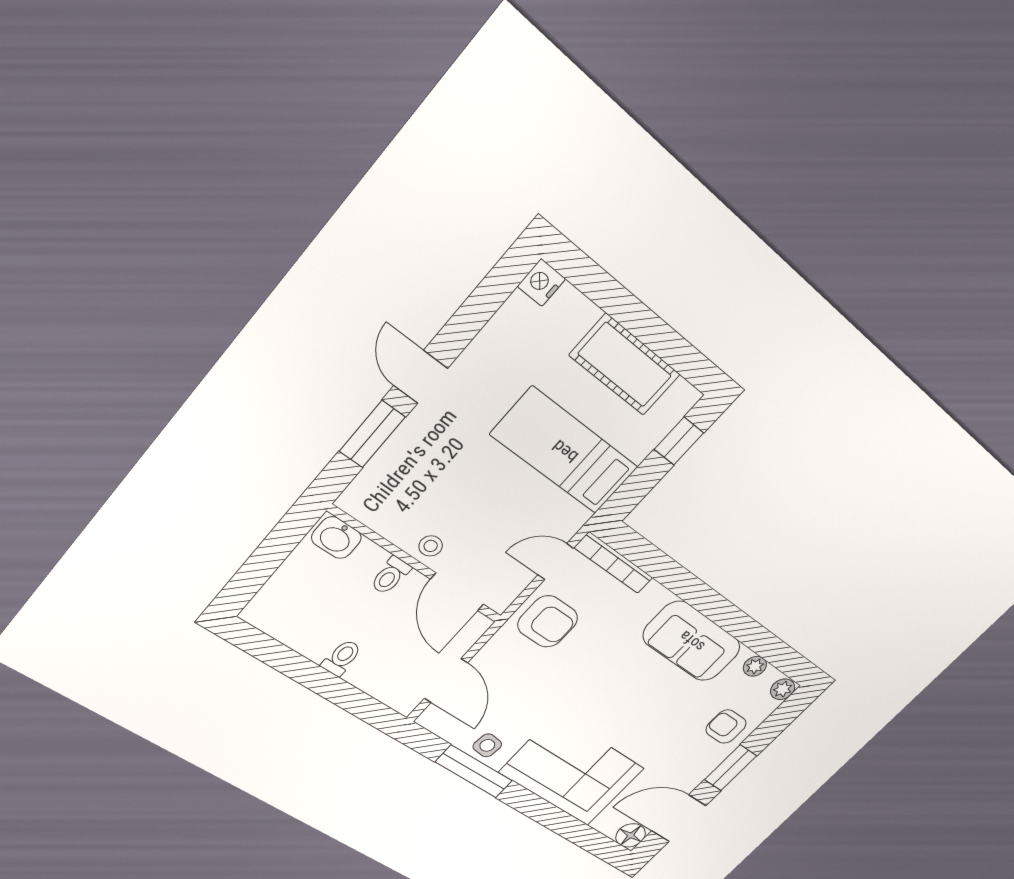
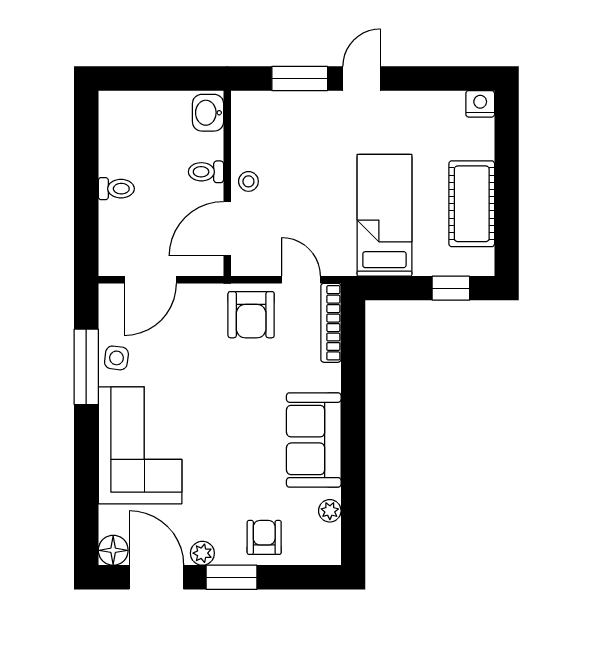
plant: (783, 689) -> (202, 553), moved

